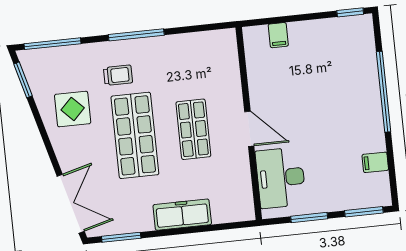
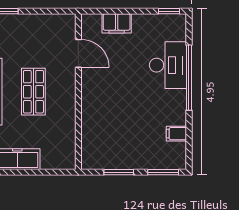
filing cabinet: (278, 35) -> (117, 23), width x2.00
door: (249, 129) -> (78, 53), moved
desk: (281, 178) -> (168, 65), moved, turned 180

